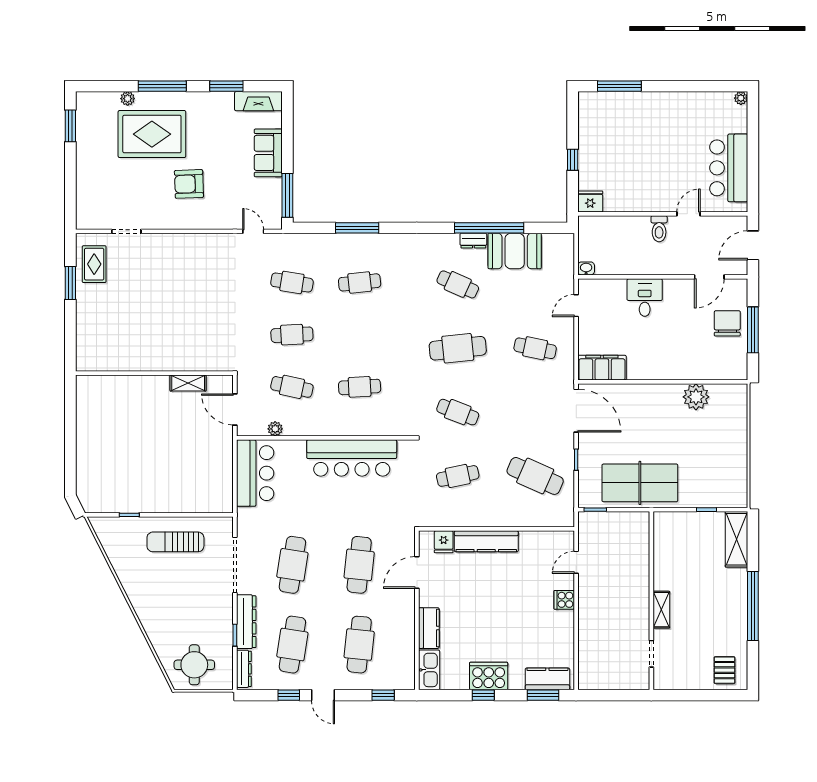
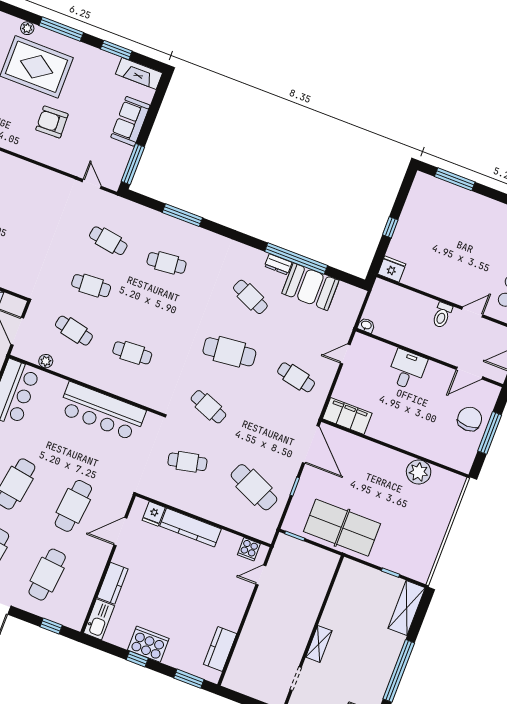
cooker: (564, 600) -> (249, 549), moved, turned -90
kitchen counter: (547, 679) -> (220, 649), moved, turned -90

